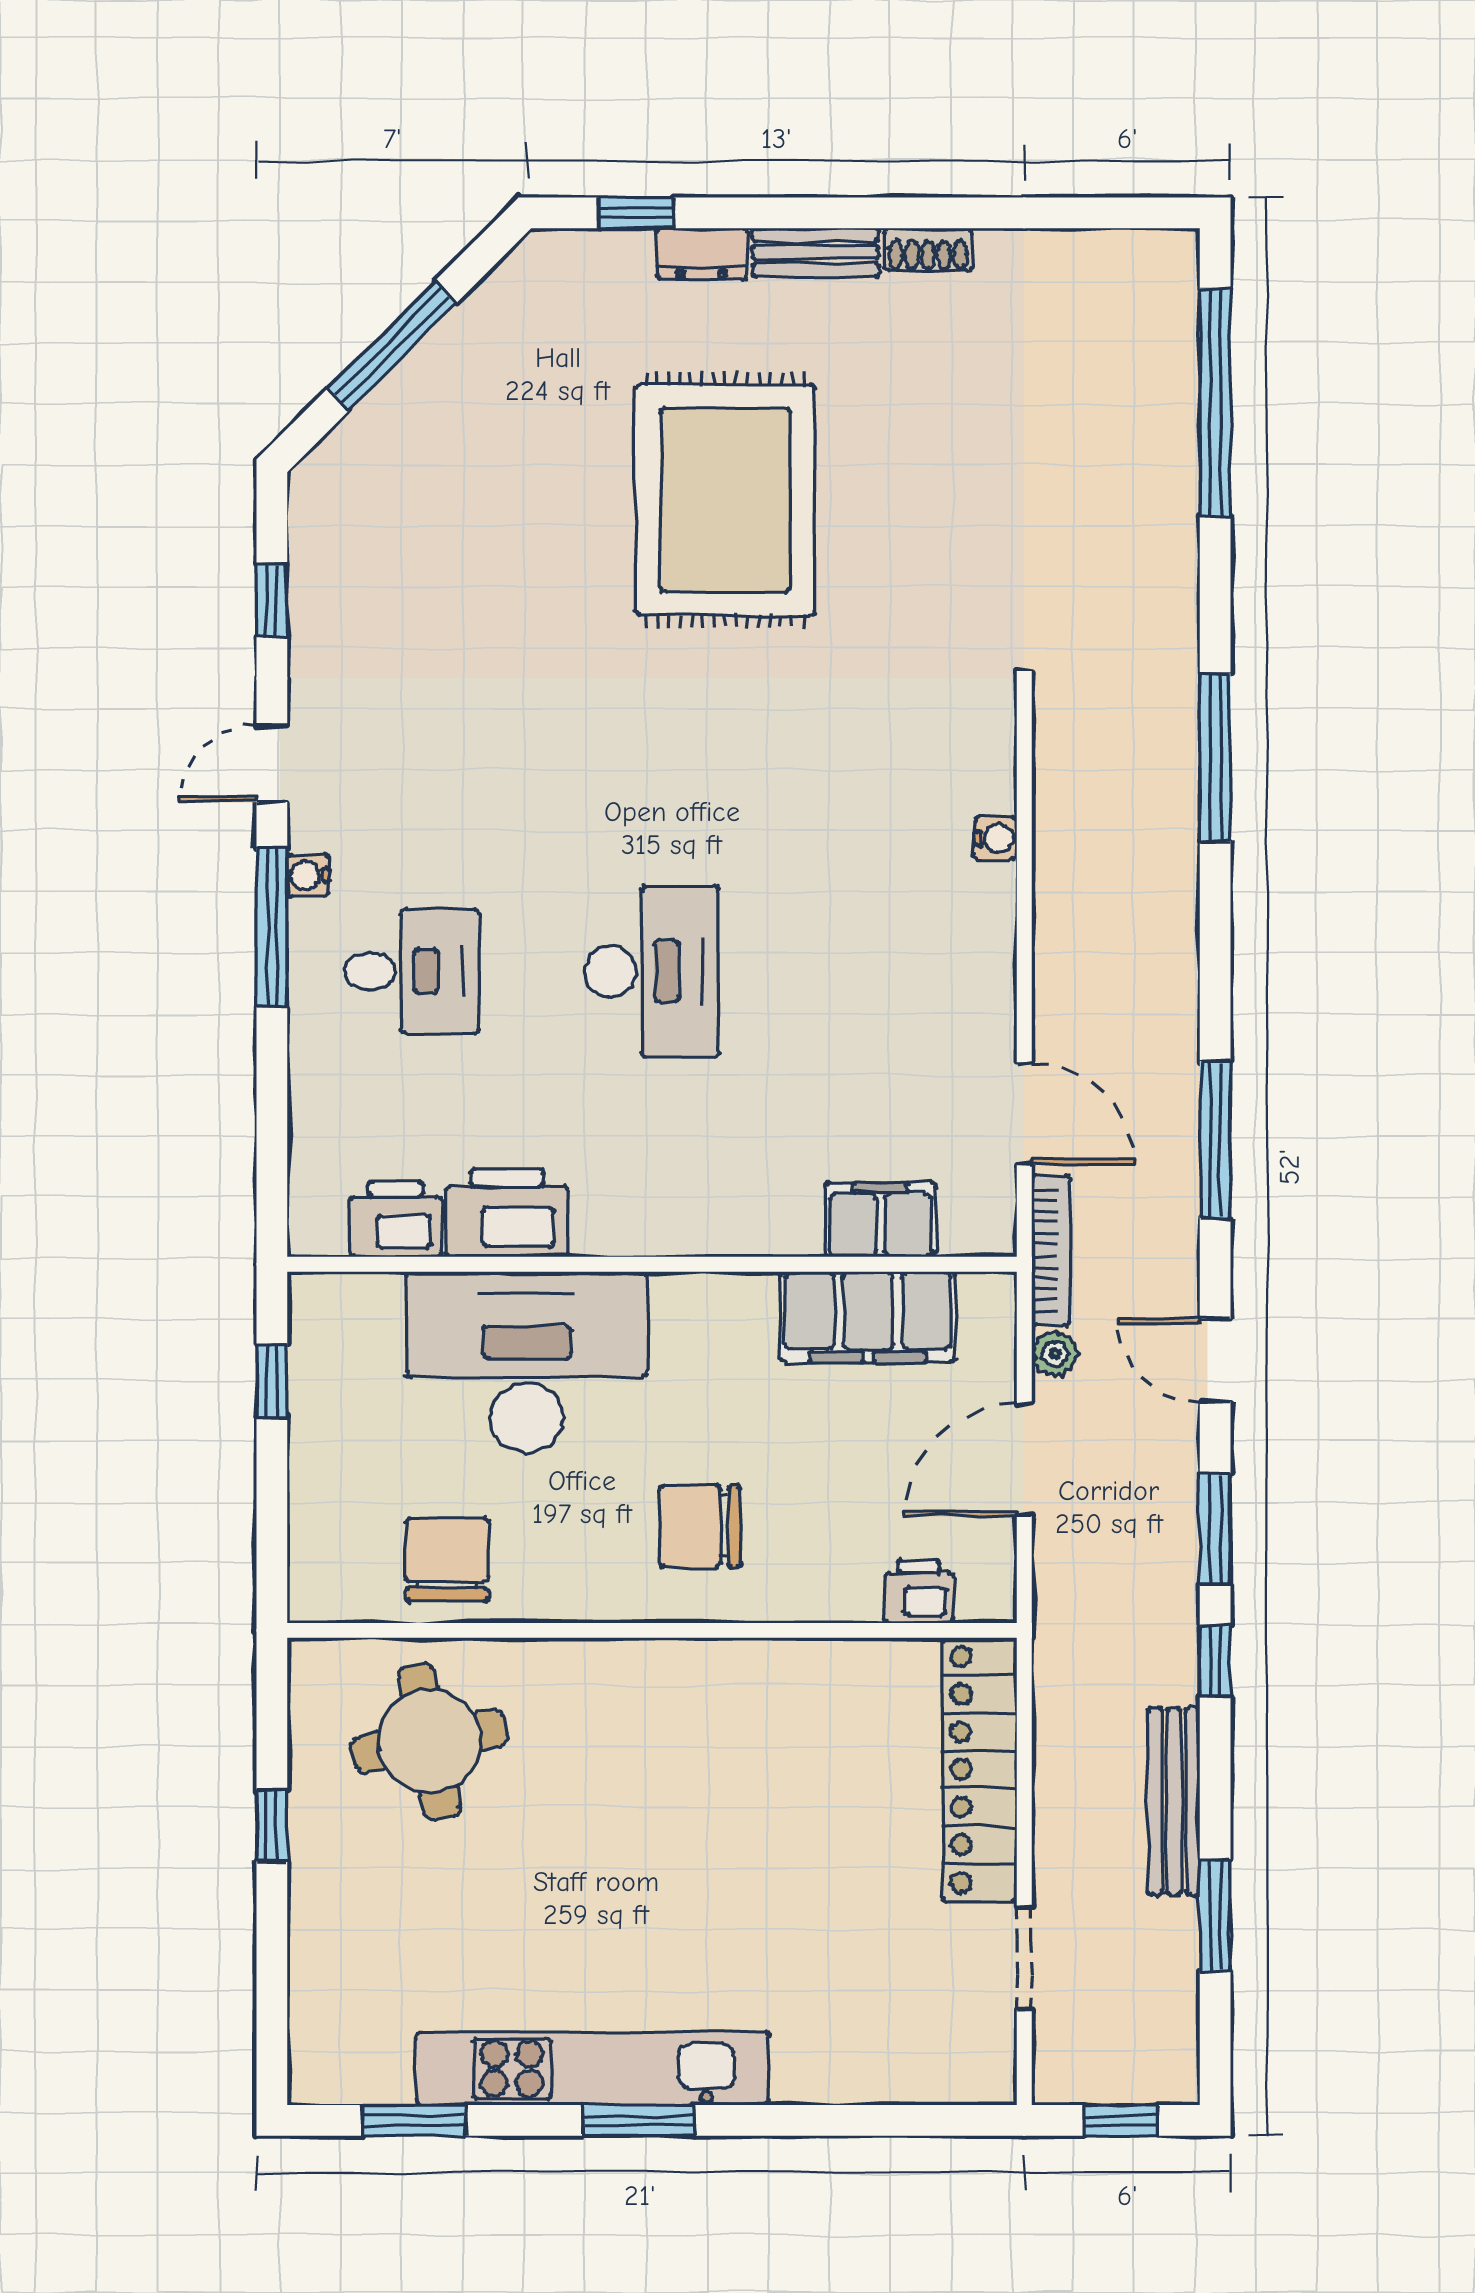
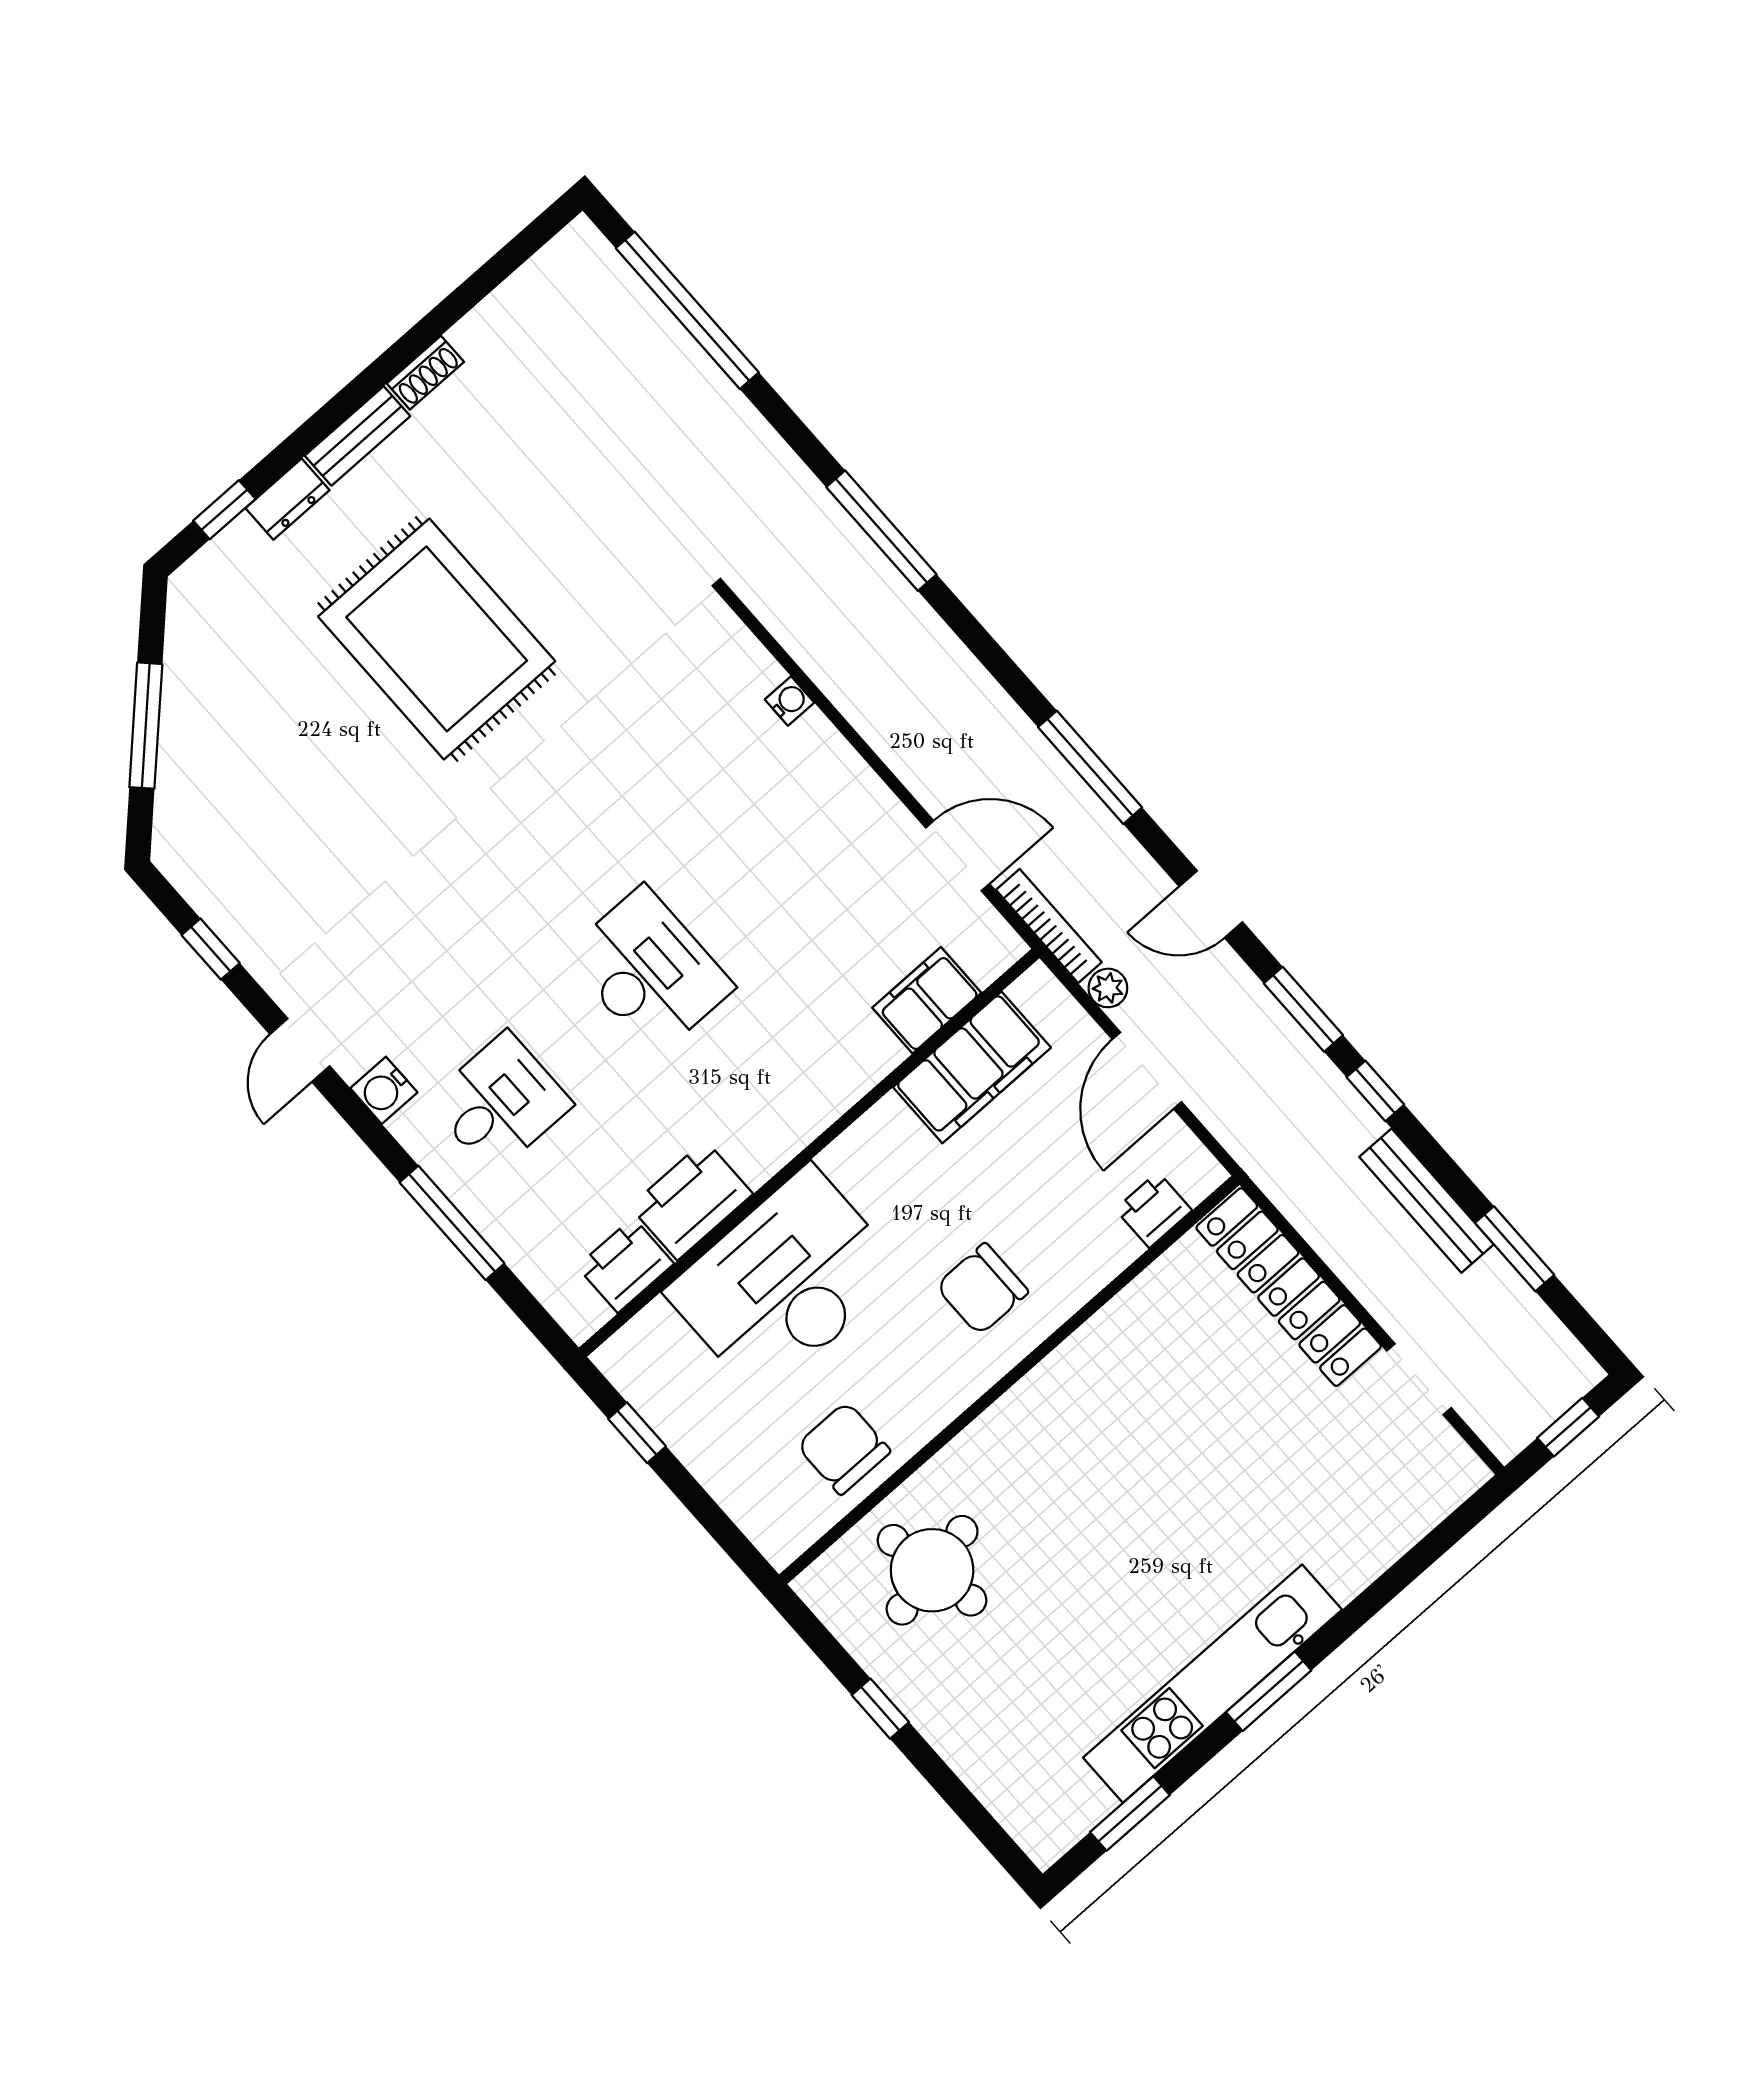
water cooler: (308, 875) -> (384, 1090), width x1.38, depth x1.38
window: (272, 928) -> (452, 1223), moved

